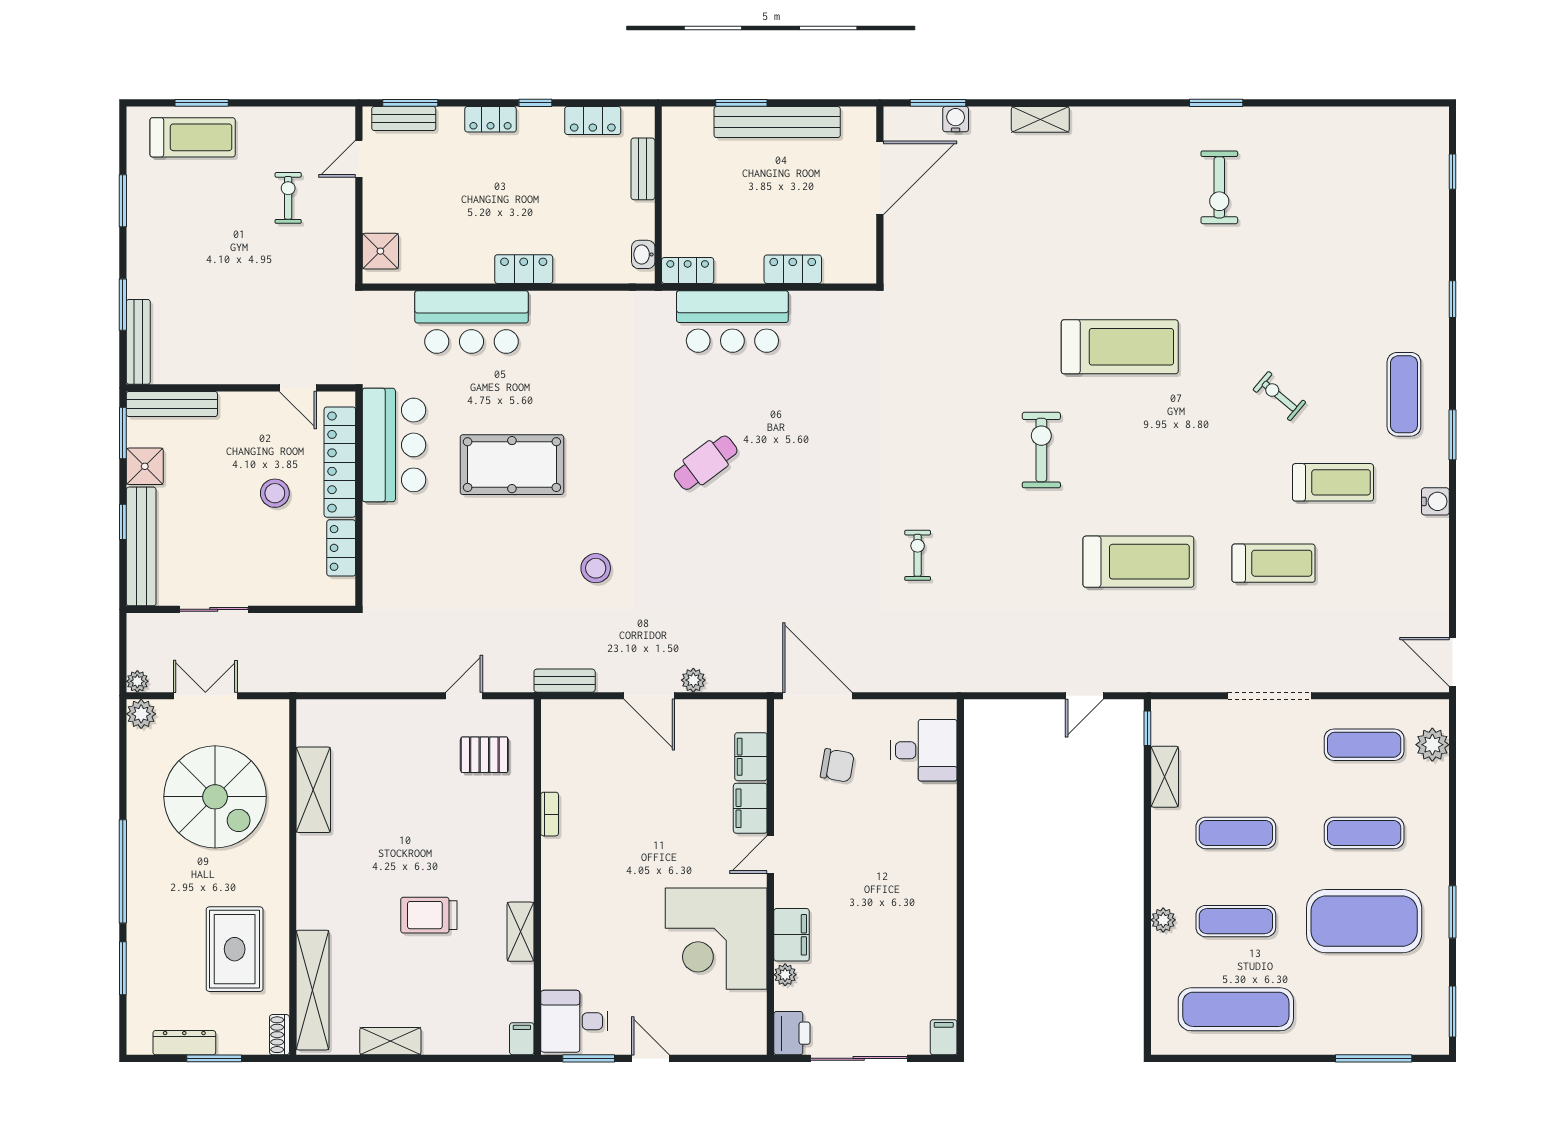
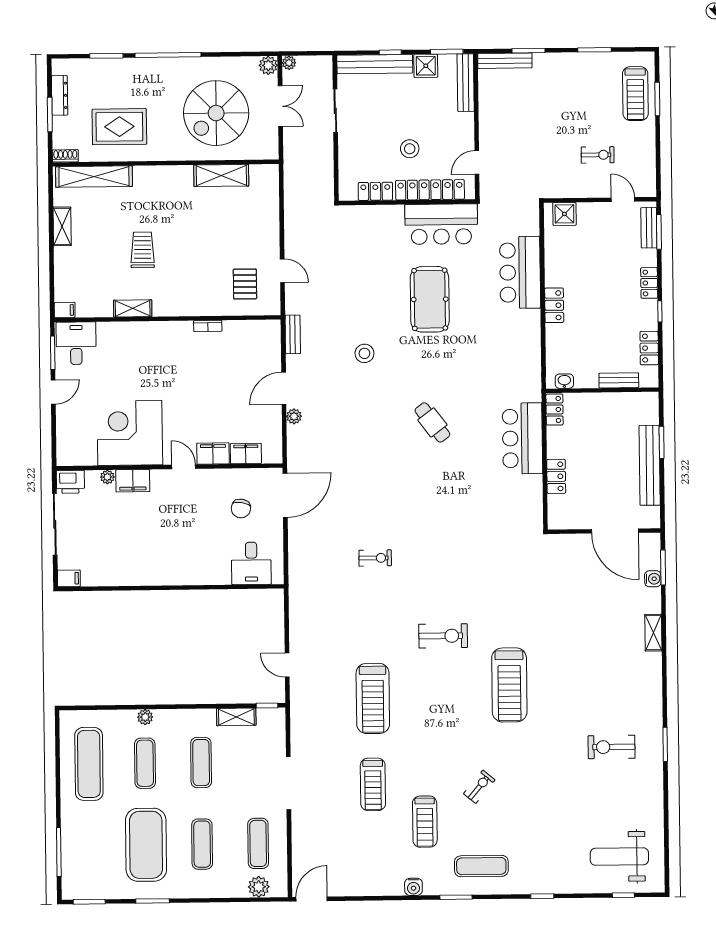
weight bench: (1392, 177) -> (619, 857), added

